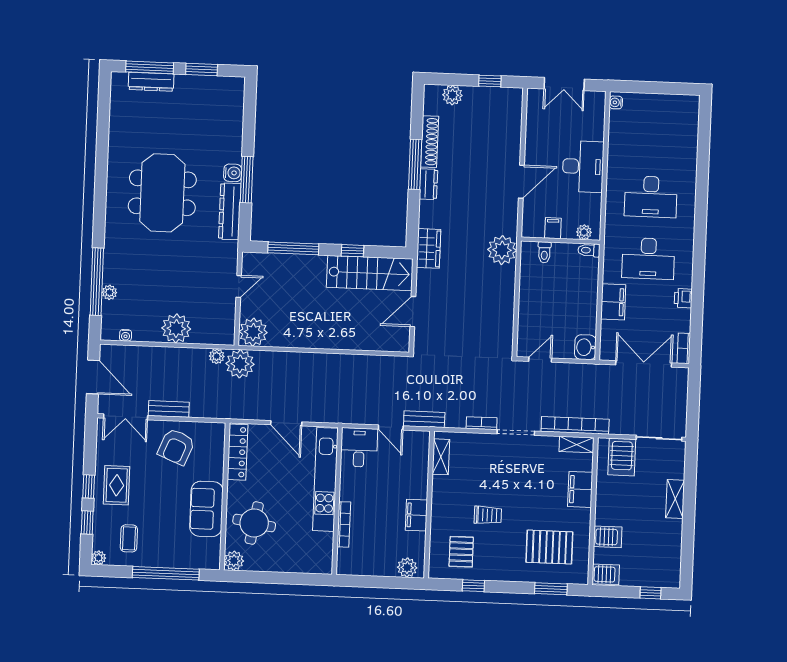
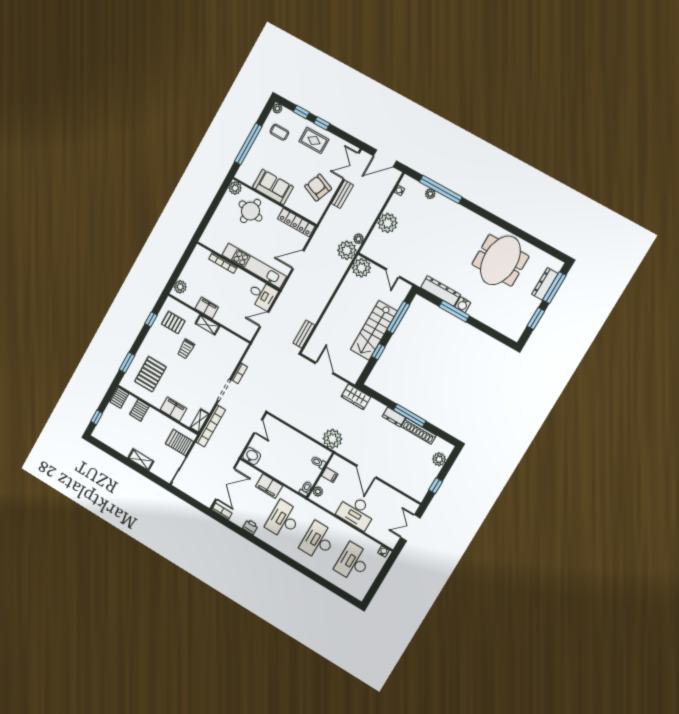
desk: (653, 135) -> (353, 562), added
meeting table: (162, 193) -> (500, 260), moved, turned 90
stairs: (370, 273) -> (374, 331), moved
bench: (424, 419) -> (304, 334), moved
shelving: (441, 457) -> (207, 325), moved

